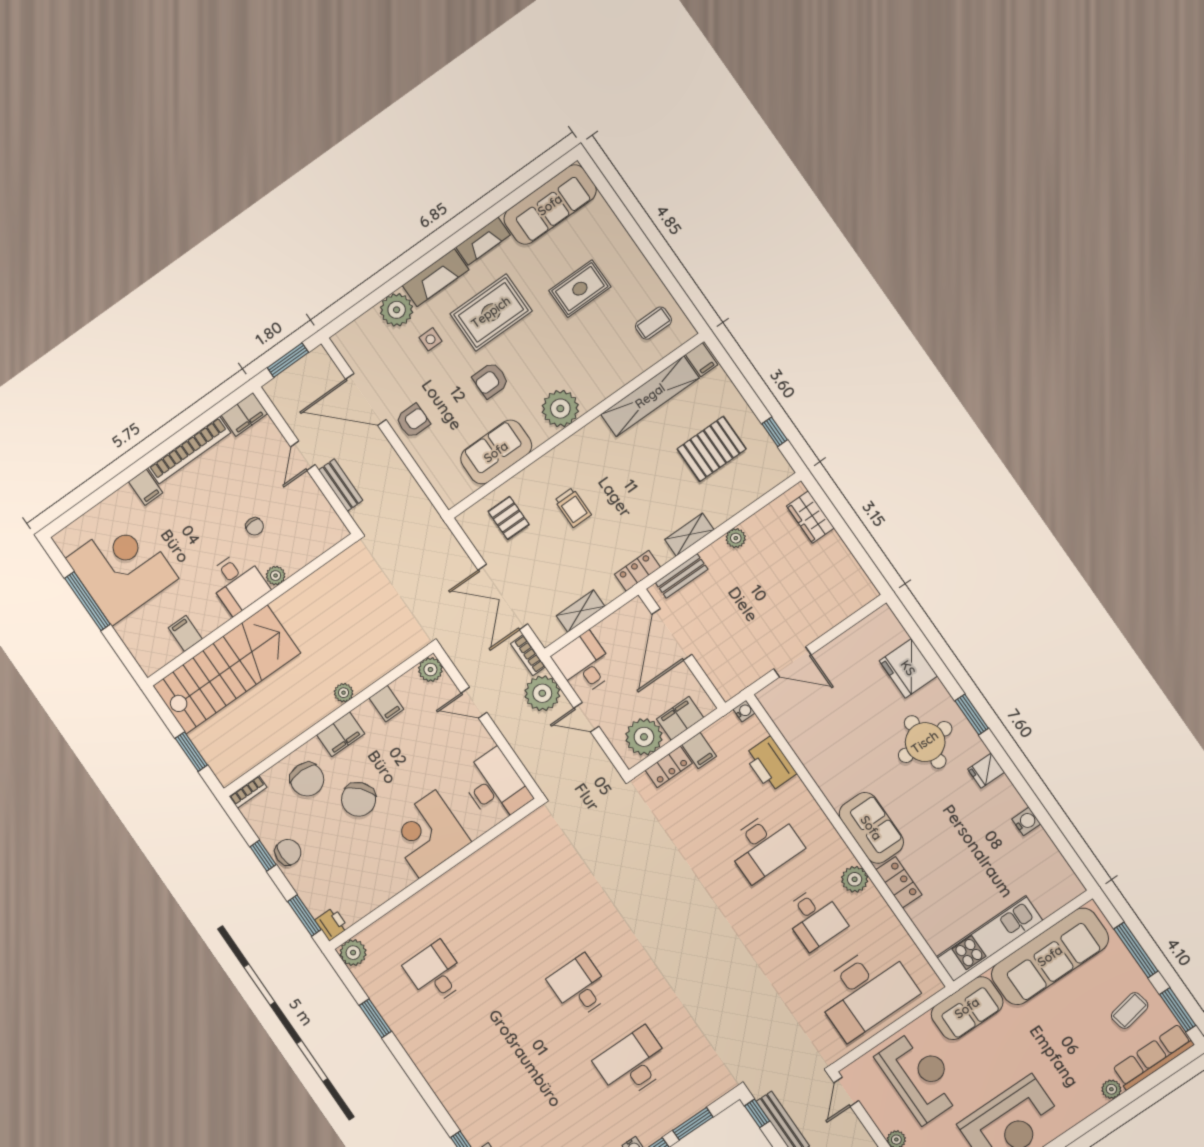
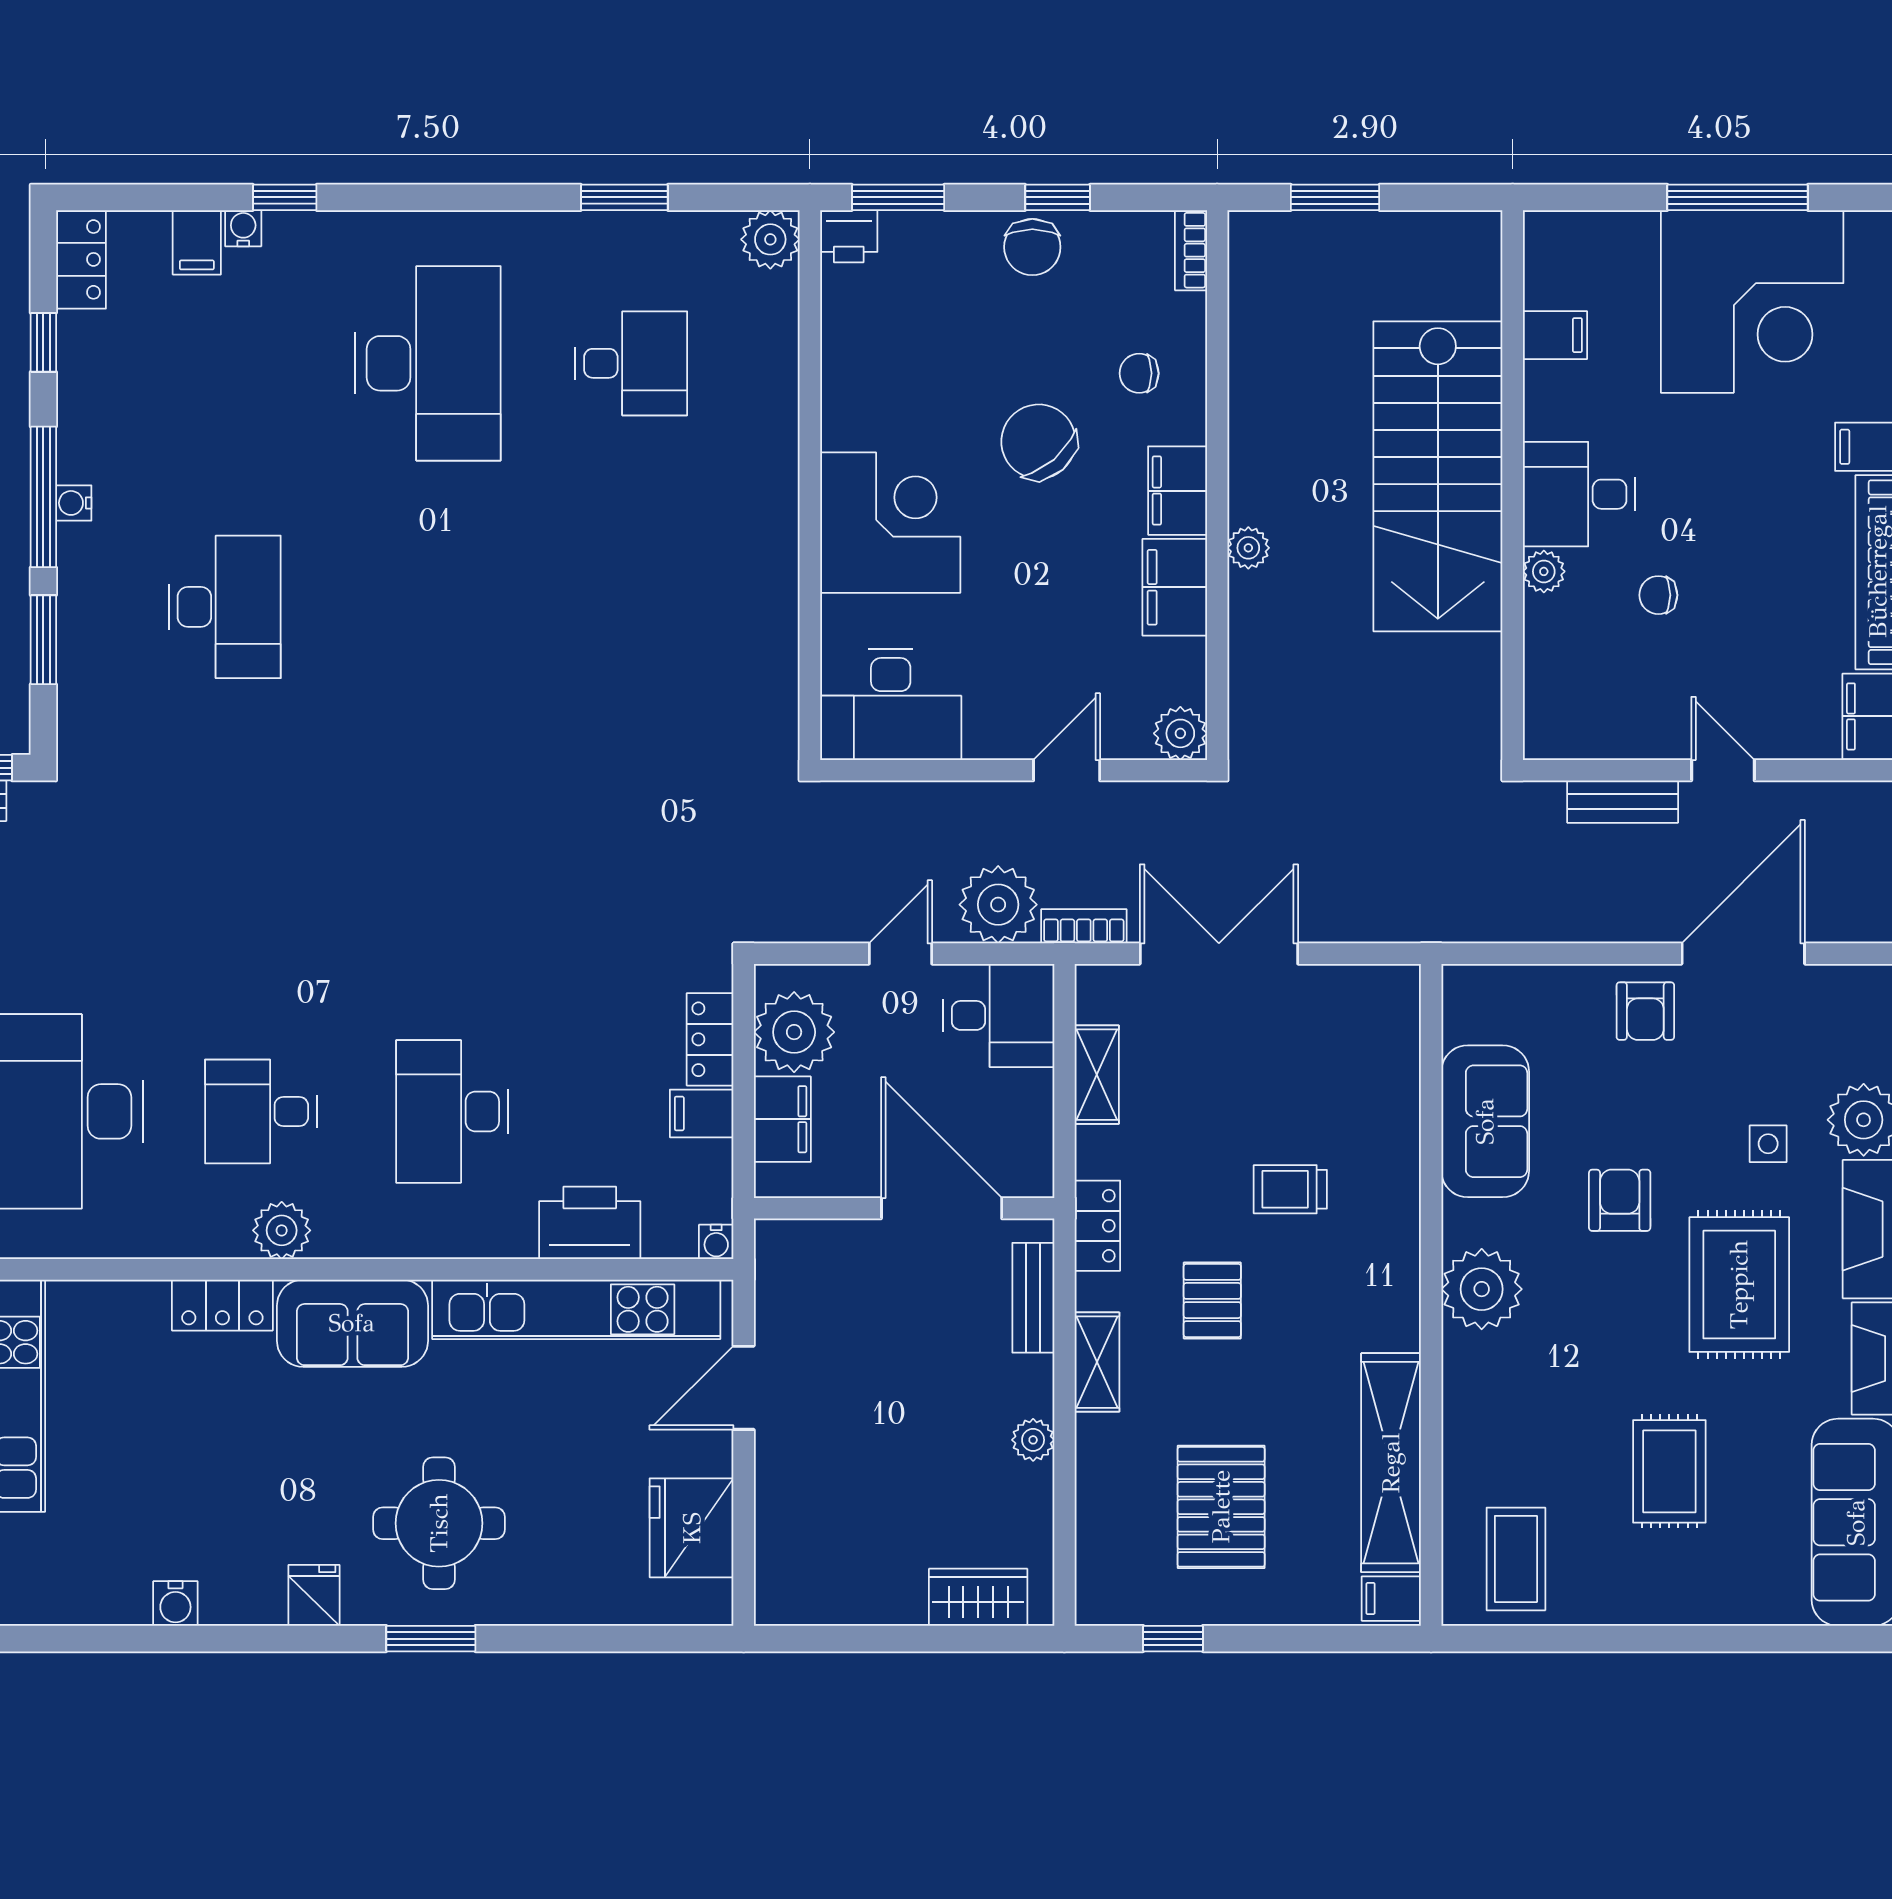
coffee table: (653, 323) -> (1516, 1559), width x1.36, depth x1.30
pallet: (509, 518) -> (1212, 1300), moved, turned 90
fridge: (908, 668) -> (692, 1528), moved, turned -90
stairs: (227, 669) -> (1438, 476), moved
filing cabinet: (386, 704) -> (1175, 587), width x2.00
kitchen unit: (807, 746) -> (576, 1309), added
chair: (307, 779) -> (1139, 373), width x0.54, depth x0.54
desk: (580, 987) -> (428, 363), moved, width x1.87, depth x1.30

